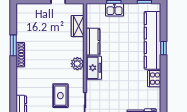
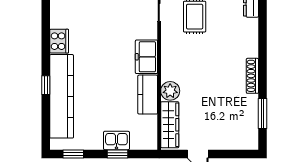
wardrobe: (78, 26) -> (170, 125), width x1.50
window: (13, 45) -> (263, 114), moved
plant: (77, 64) -> (170, 91), moved

